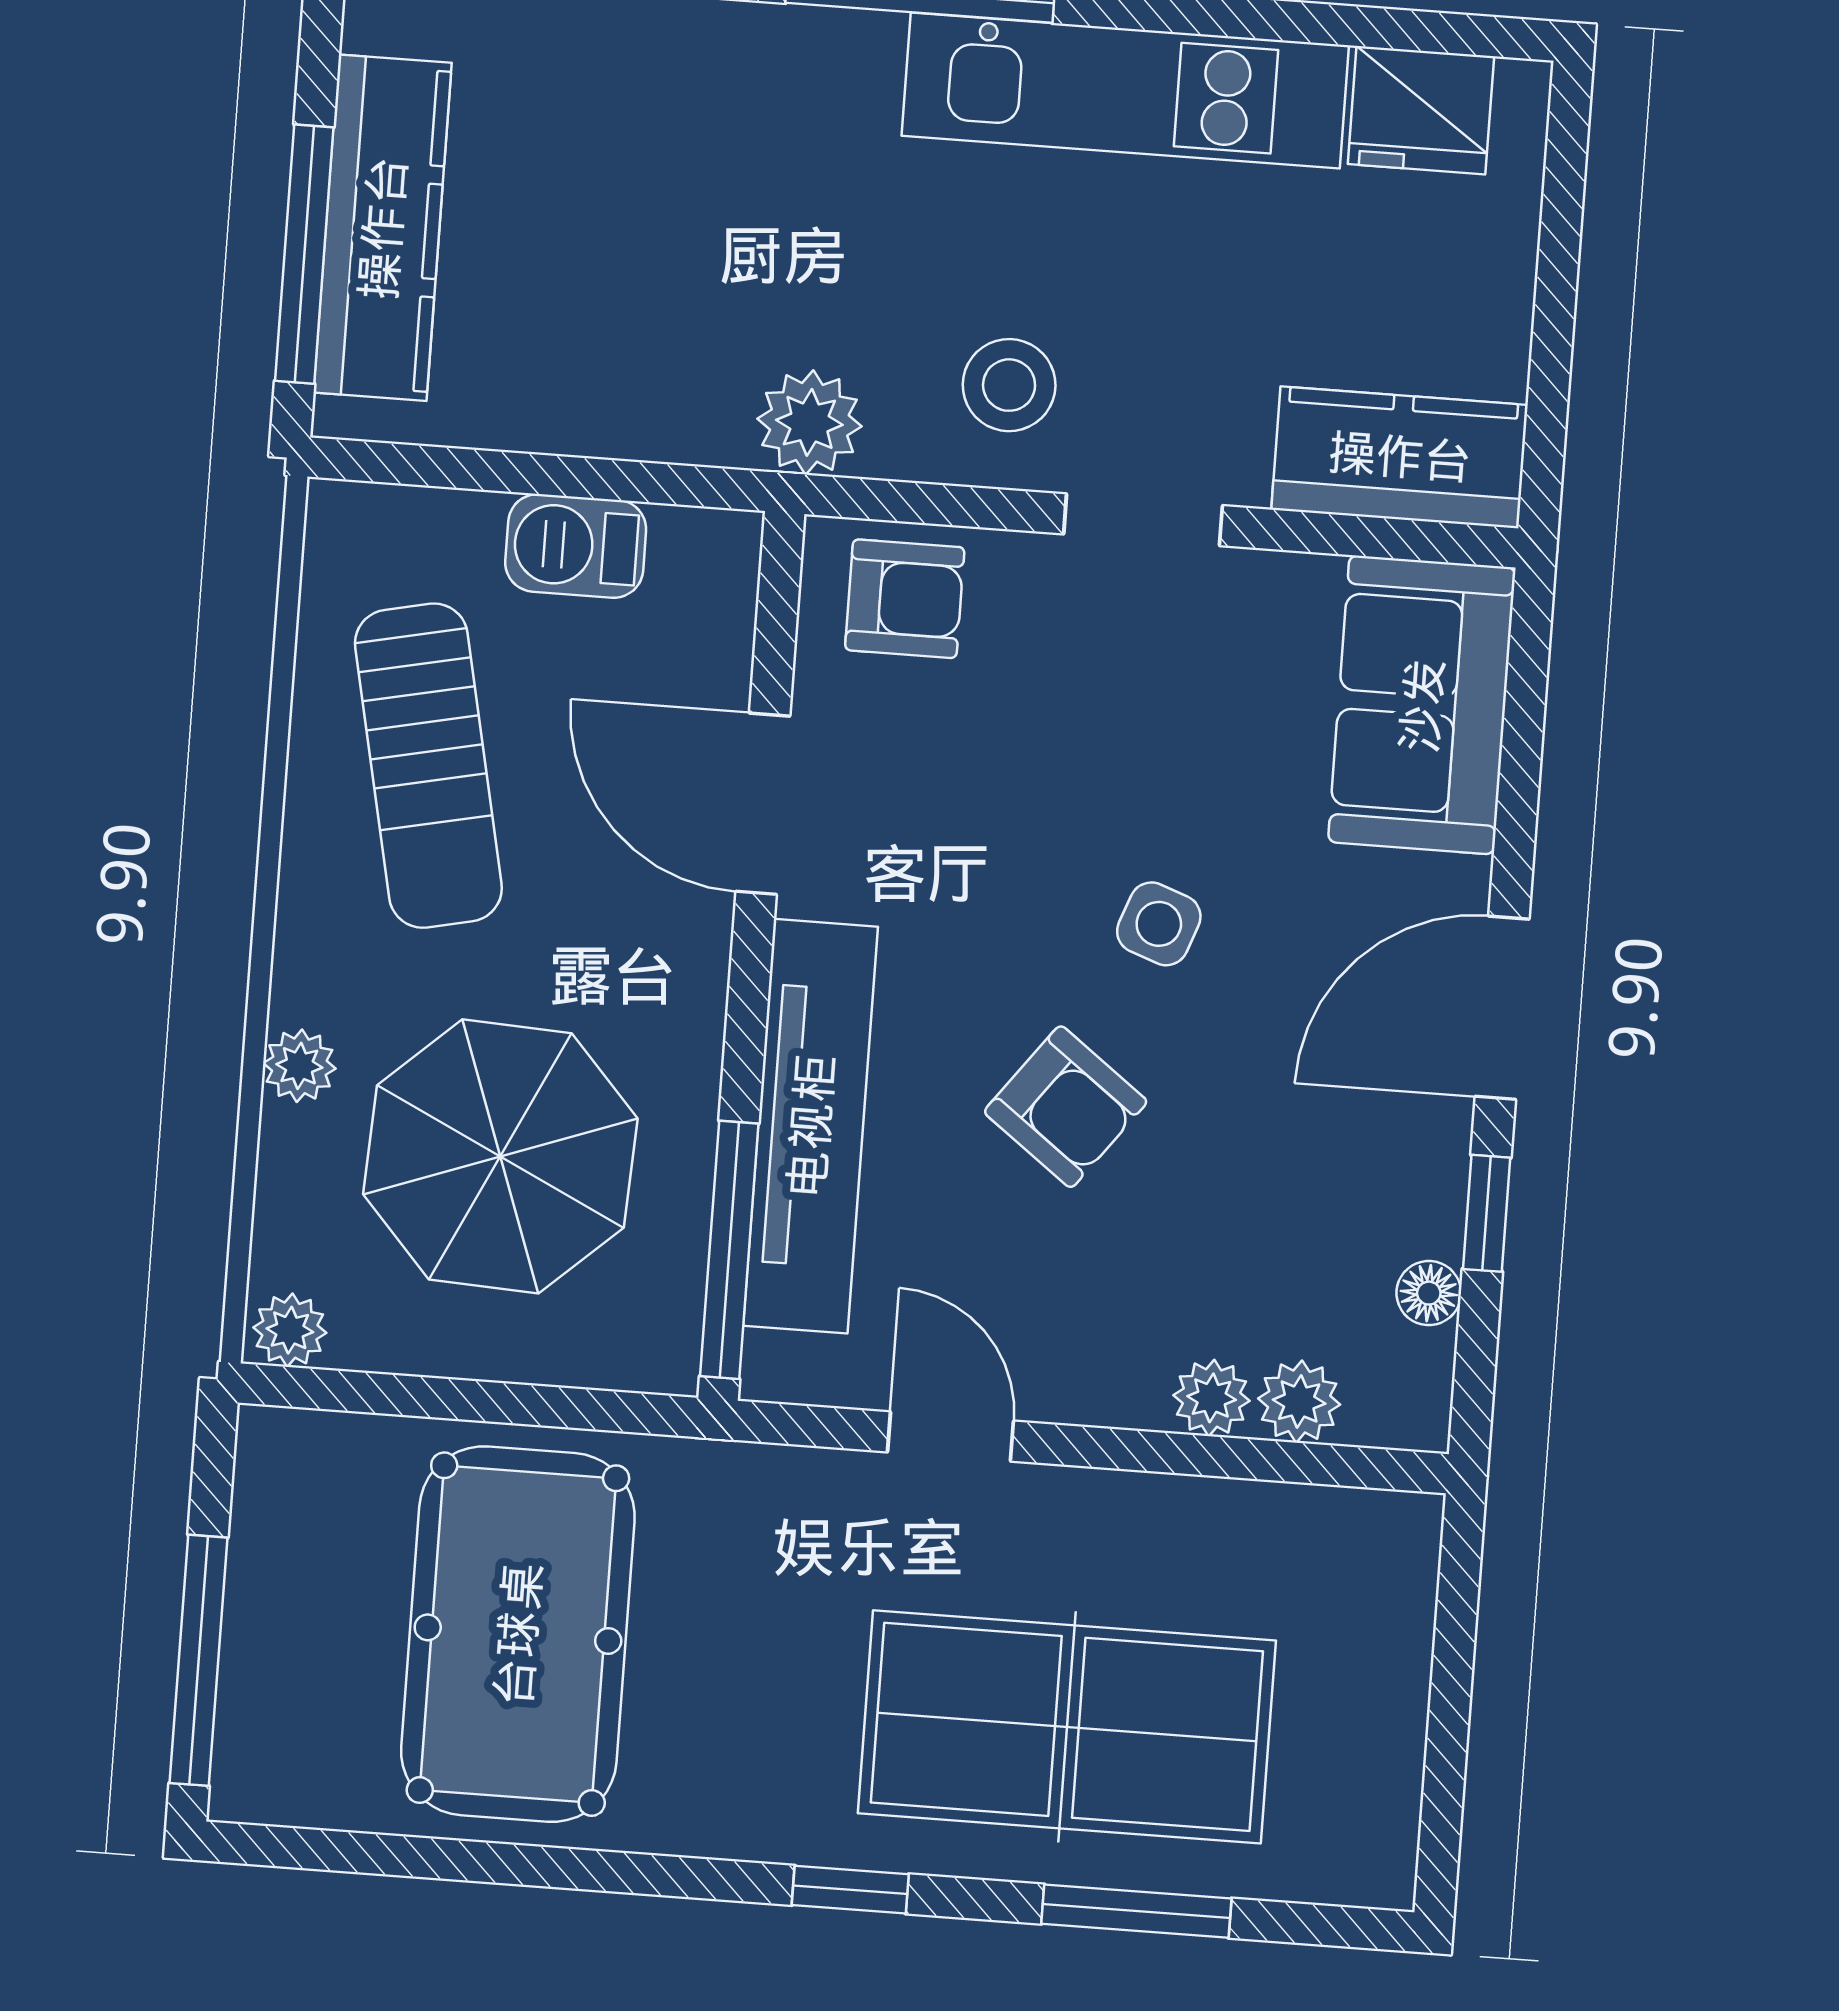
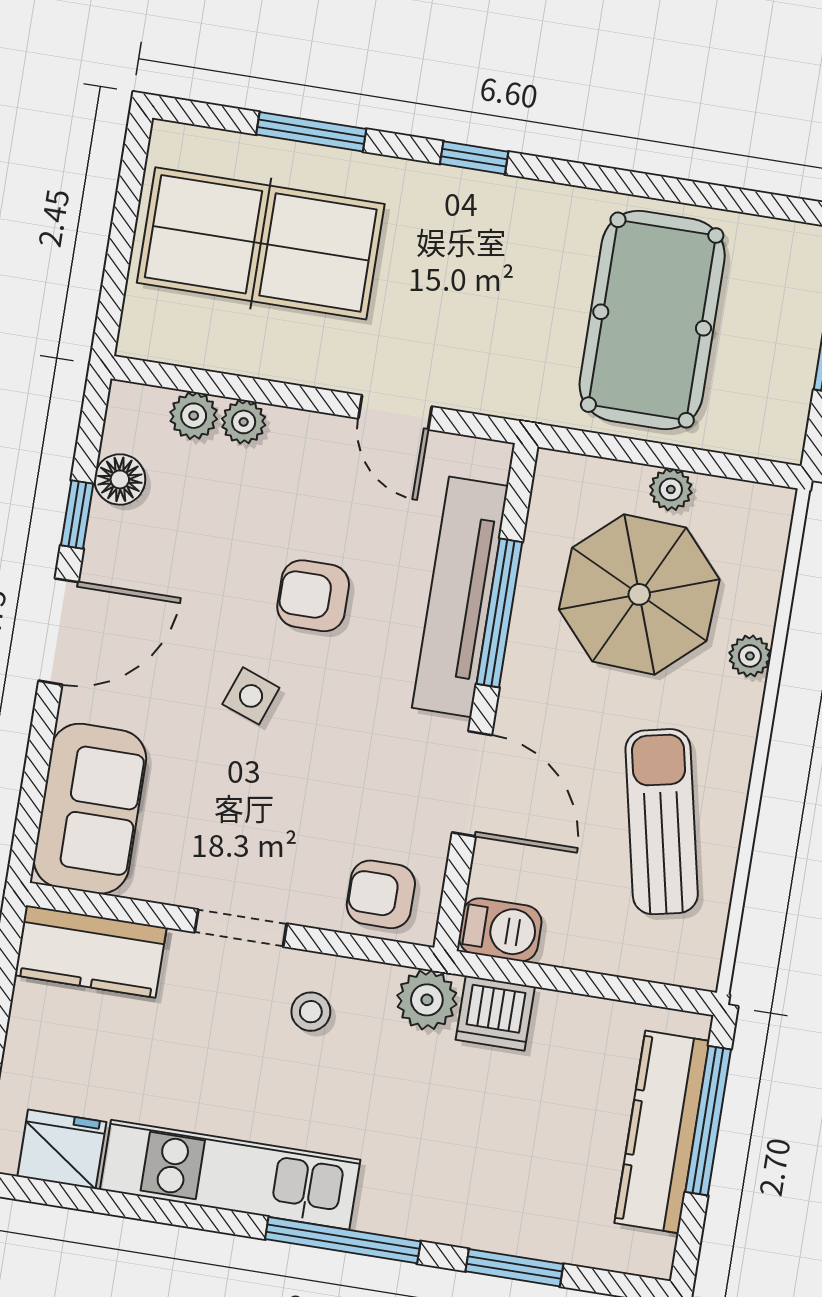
stool: (1009, 385) -> (311, 1012), width x0.73, depth x0.73
dishwasher: (689, 409) -> (495, 1013), added
barbecue: (576, 546) -> (500, 930), moved
armchair: (1066, 1107) -> (313, 596), turned -37
window: (729, 1250) -> (499, 613), moved
floor lamp: (1429, 1293) -> (120, 479), width x1.37, depth x1.37
plant: (290, 1330) -> (671, 489), moved
table tennis table: (1067, 1727) -> (261, 243), moved

